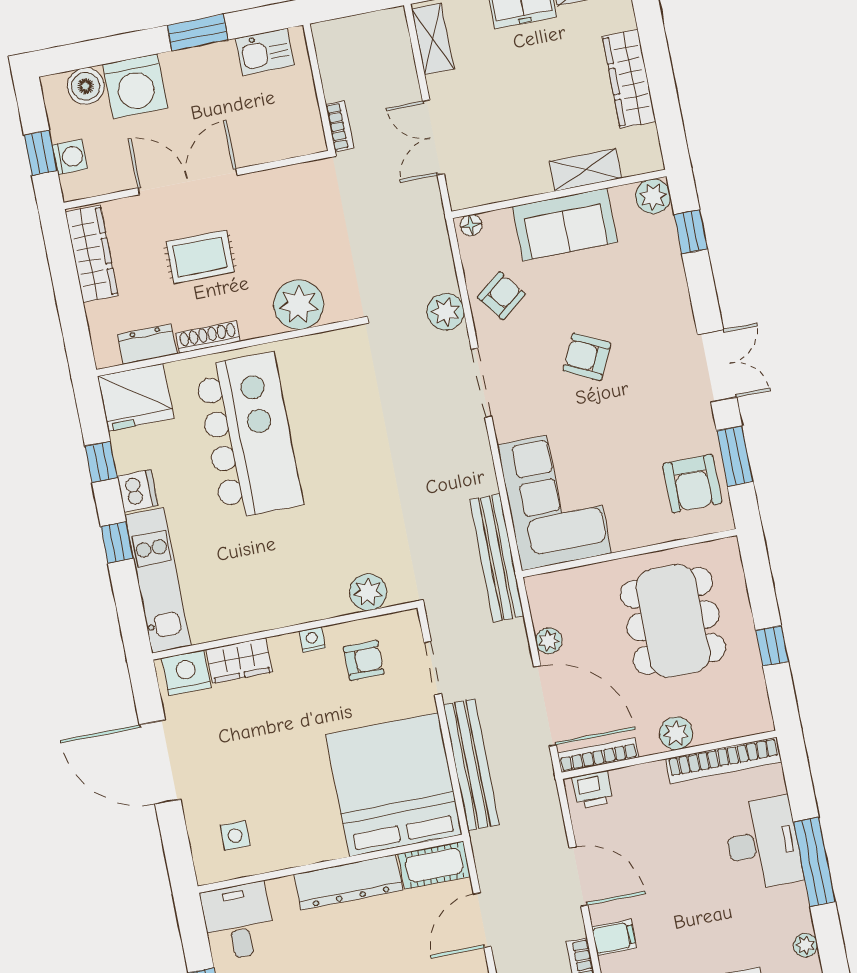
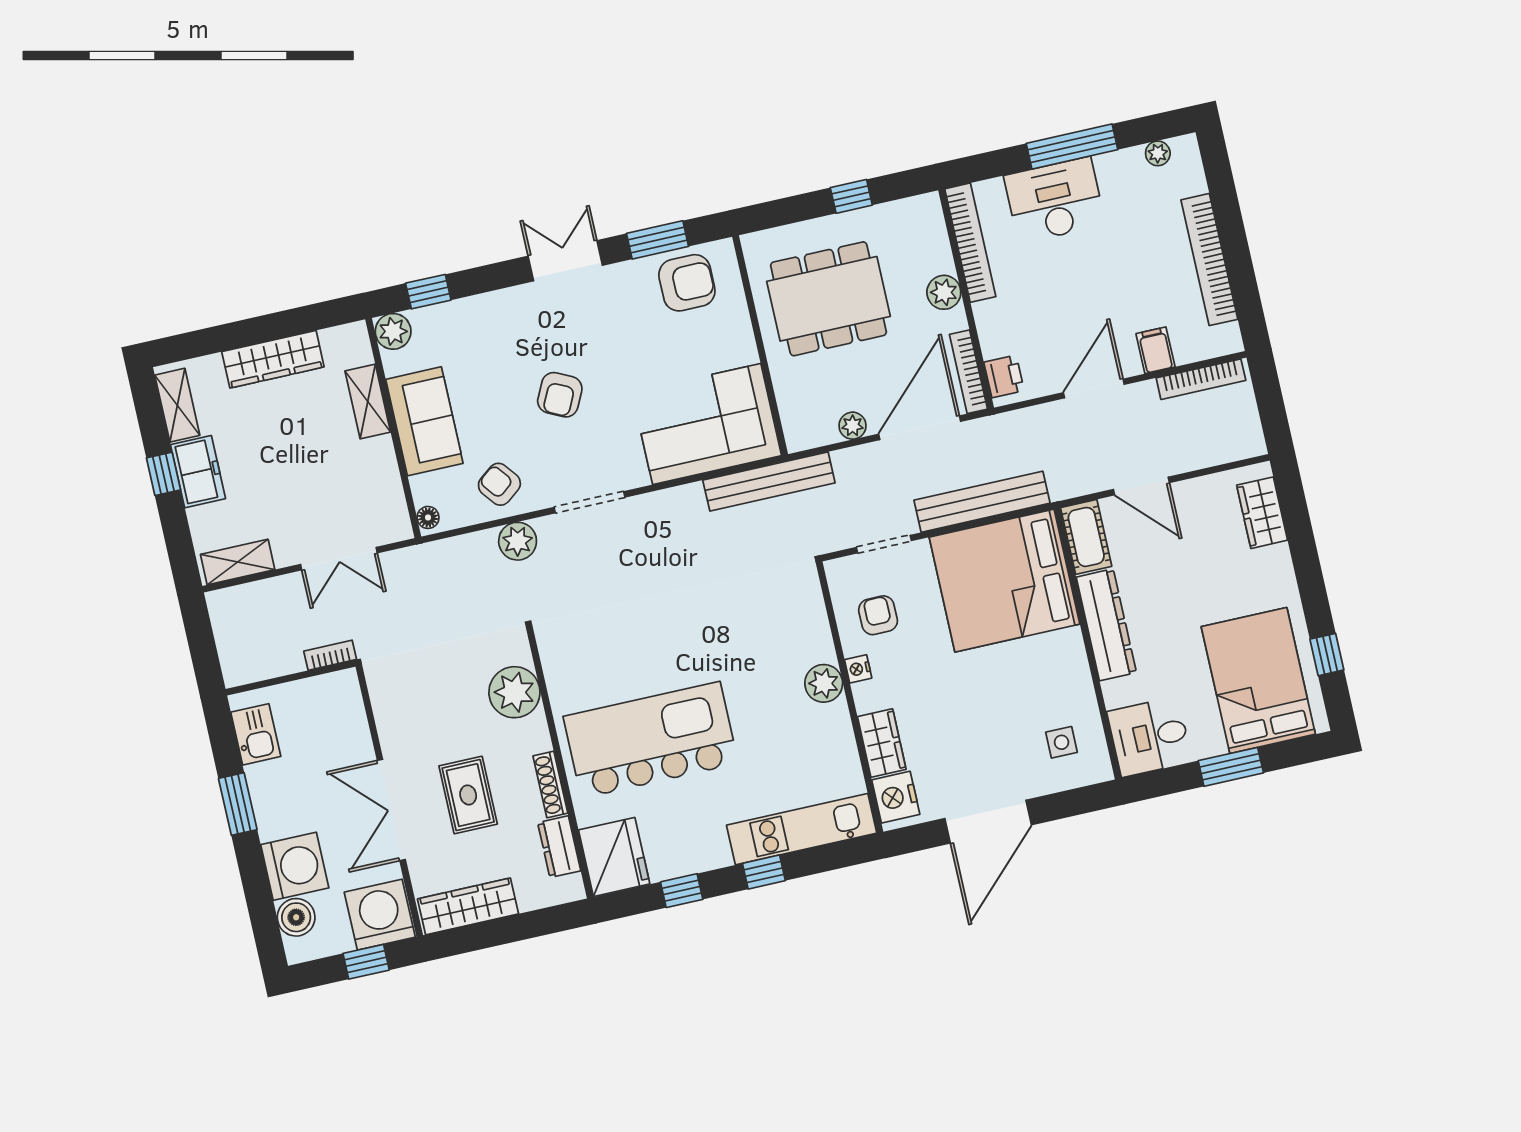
washing machine: (70, 157) -> (380, 915), width x1.89, depth x1.89
dishwasher: (138, 491) -> (710, 852), removed
plant: (368, 592) -> (824, 683), moved

